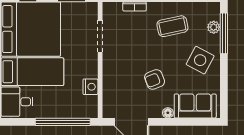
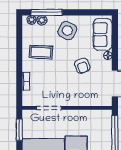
plant: (214, 14) -> (31, 20), added
coffee table: (172, 26) -> (41, 52), turned -75
nightstand: (90, 87) -> (88, 115), removed

